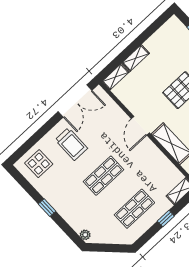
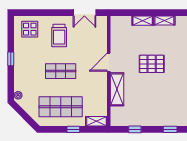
shelving: (115, 77) -> (164, 21), moved
double door: (75, 101) -> (84, 13), width x0.73
shop shelf: (134, 209) -> (61, 107), width x1.43, depth x1.36

